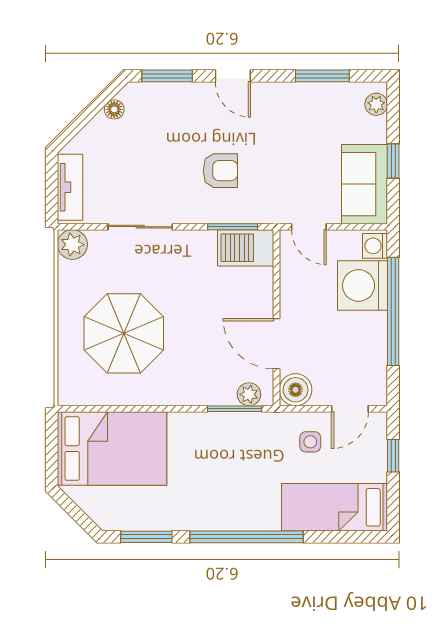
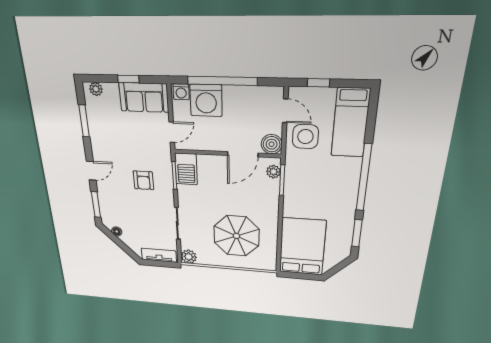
armchair: (220, 171) -> (143, 180), turned 180
side table: (310, 442) -> (305, 137), width x1.87, depth x1.87

